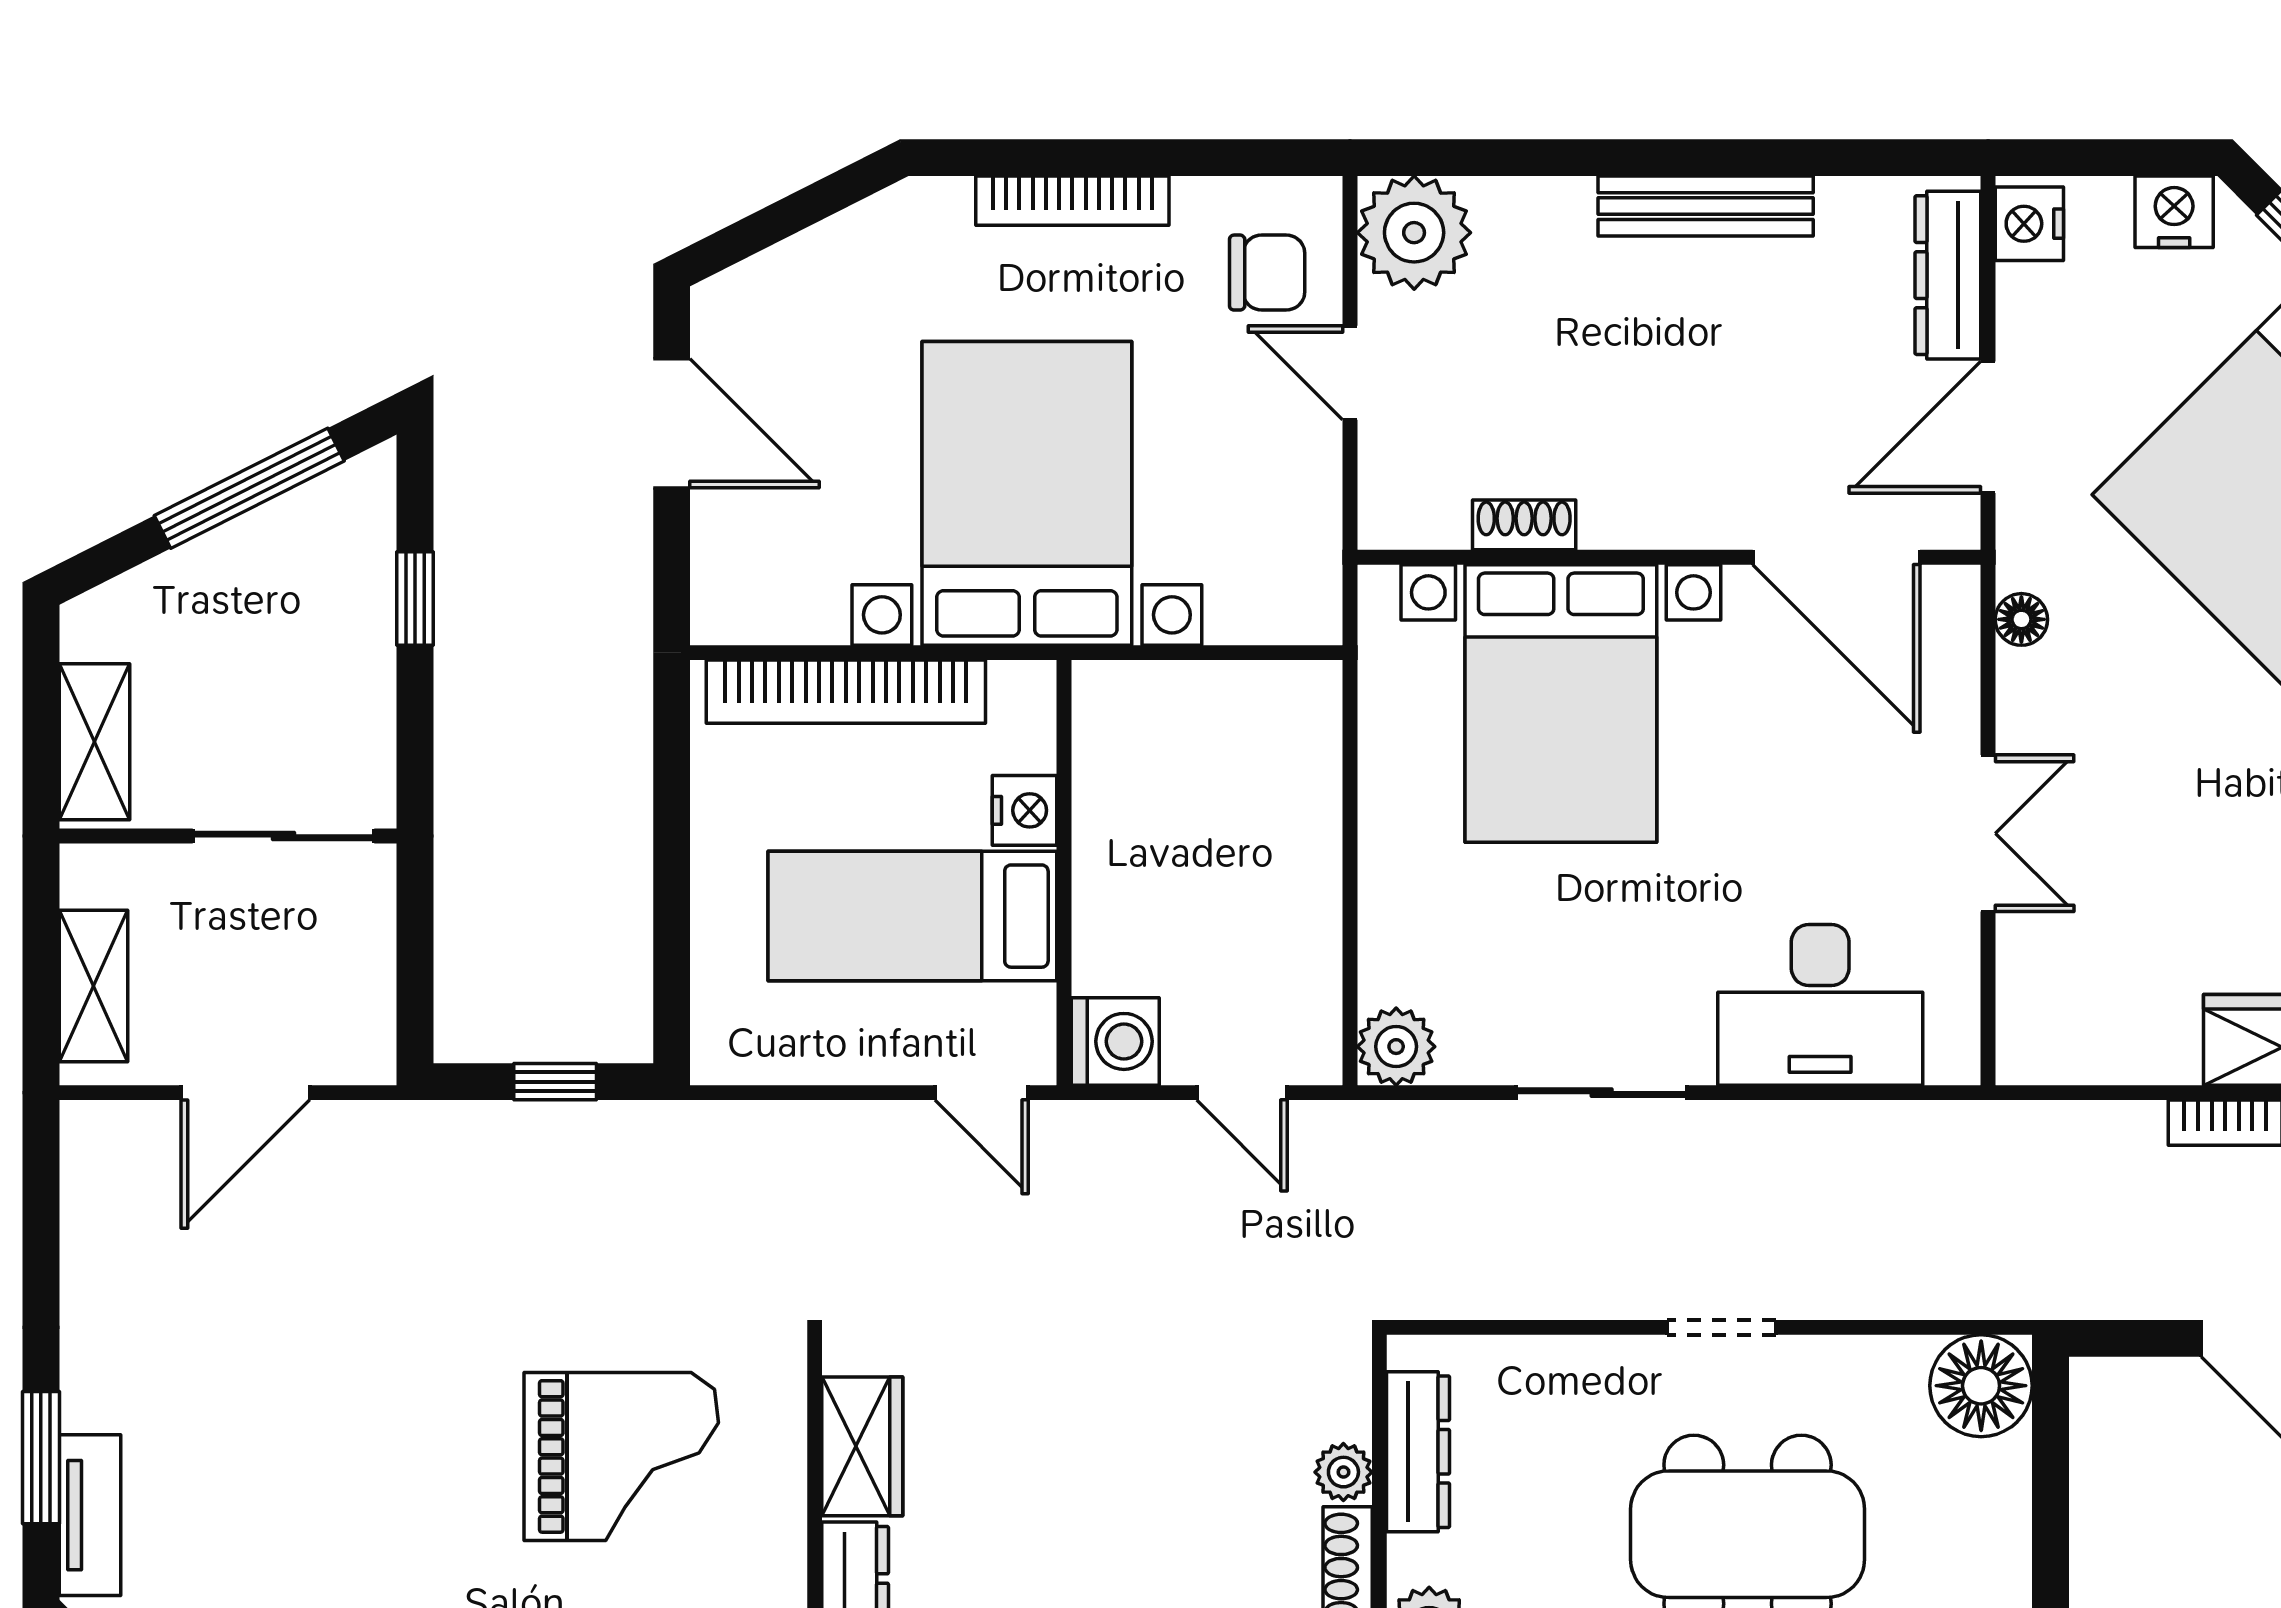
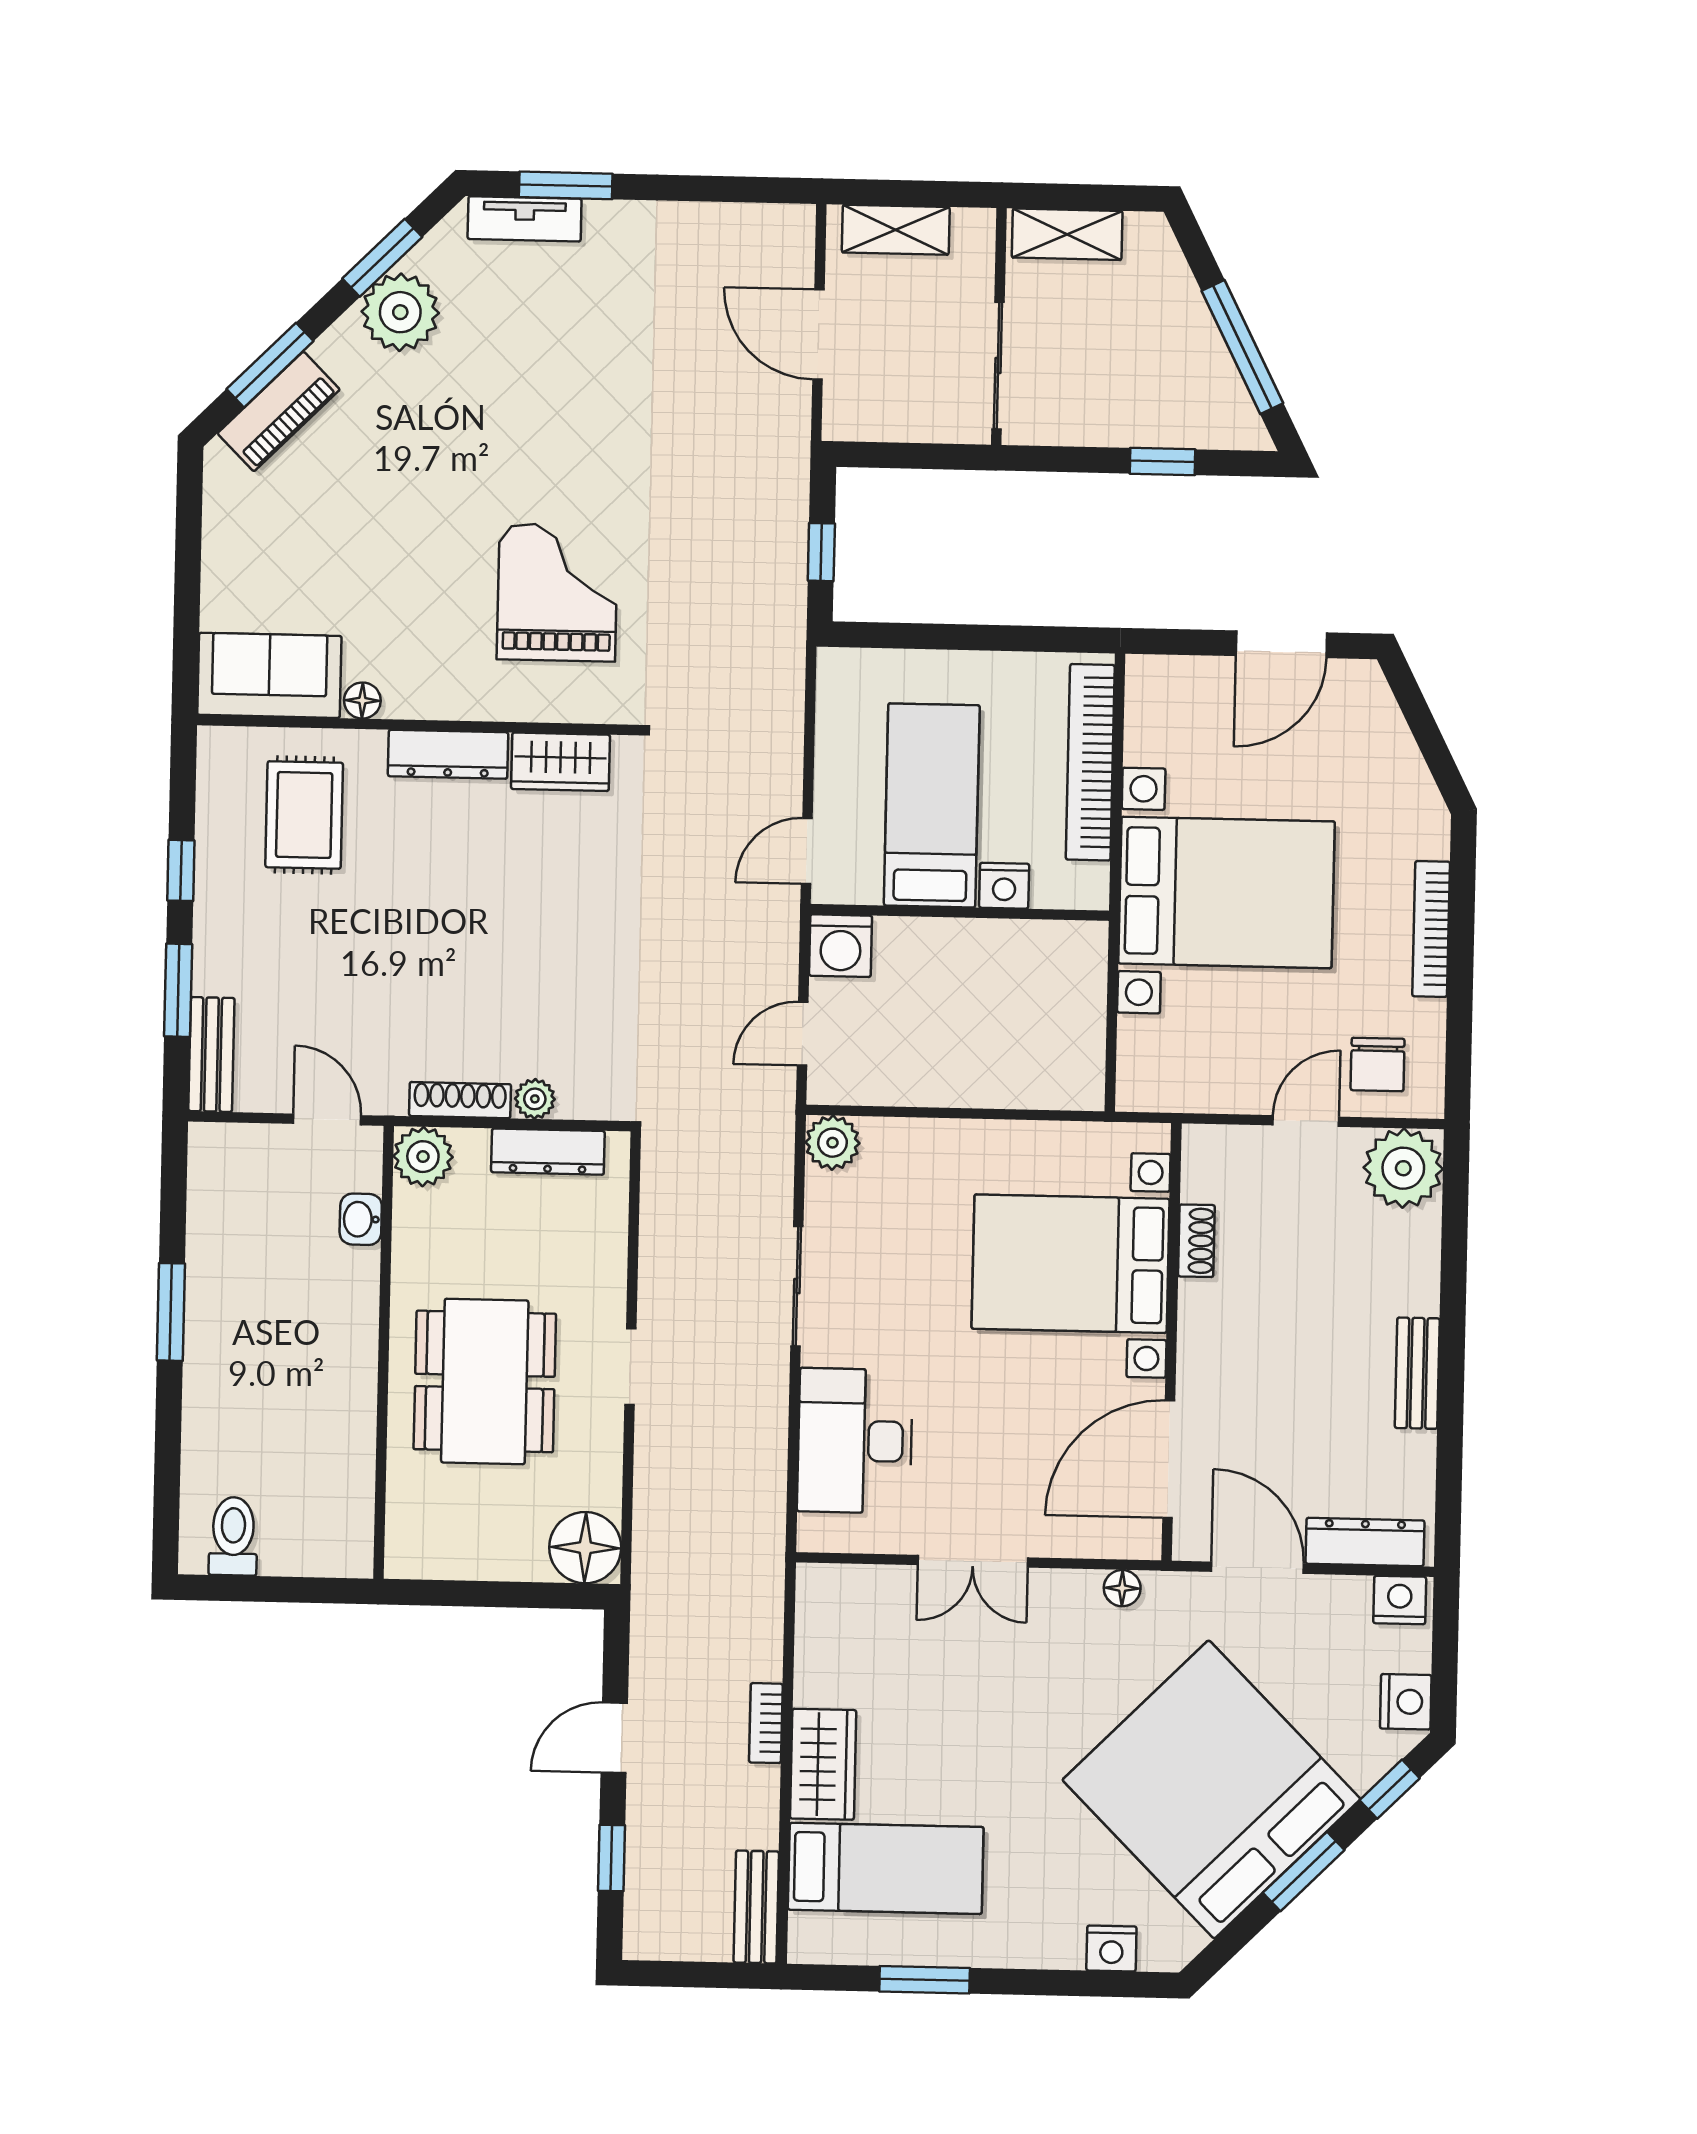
bench: (1706, 206) -> (1417, 1373), width x0.73
grand piano: (621, 1456) -> (557, 592), turned 180

